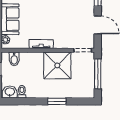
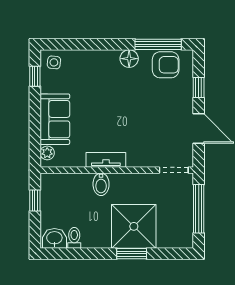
bidet: (14, 59) -> (101, 184), moved
shower: (57, 65) -> (134, 226), moved

